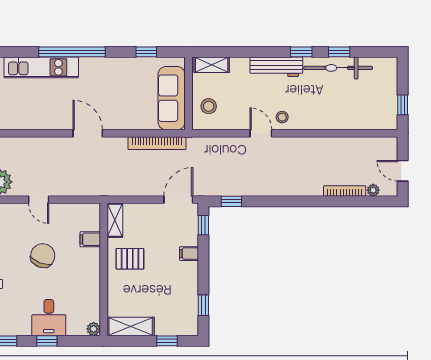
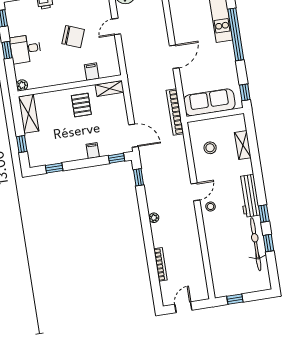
wall: (188, 93) -> (215, 115), moved
sofa: (172, 98) -> (209, 102), moved
plant: (373, 190) -> (154, 218), moved

